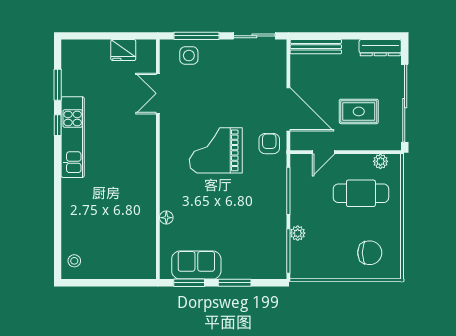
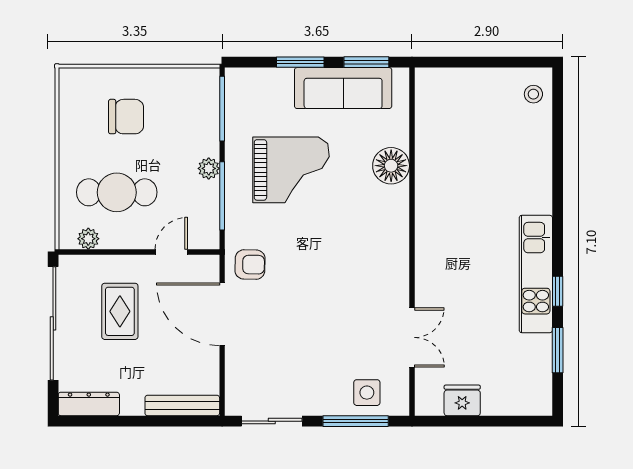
rug: (359, 111) -> (120, 311), turned 90
armchair: (269, 144) -> (250, 265), turned -89
grand piano: (216, 150) -> (291, 170), moved
floor lamp: (166, 218) -> (391, 166), width x1.89, depth x1.89
plant: (298, 233) -> (209, 168), moved
chair: (370, 253) -> (126, 117), moved, turned 180
sofa: (196, 265) -> (343, 88), width x1.36

